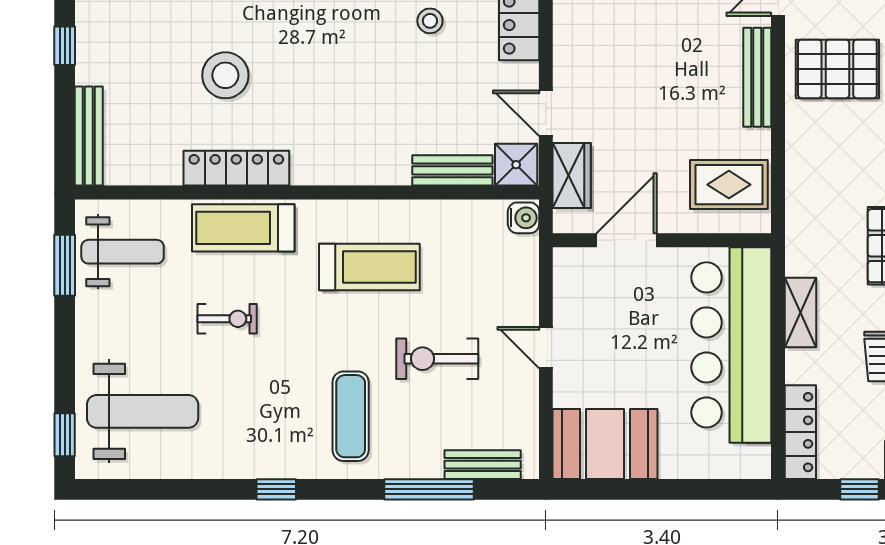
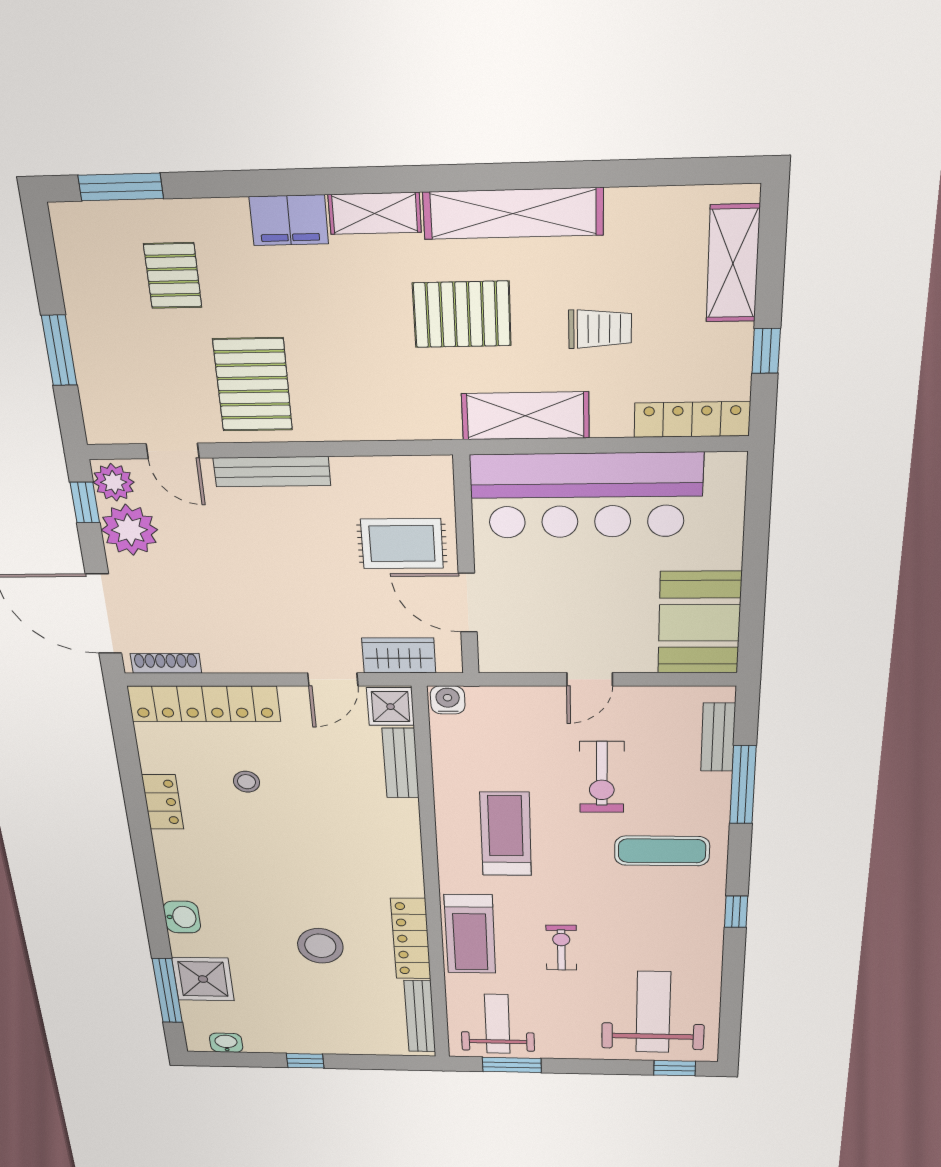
bench: (89, 136) -> (420, 1016), moved, turned 90
rug: (729, 185) -> (402, 544), moved, turned 90
shelving: (800, 312) -> (525, 416), width x1.50, depth x1.33

